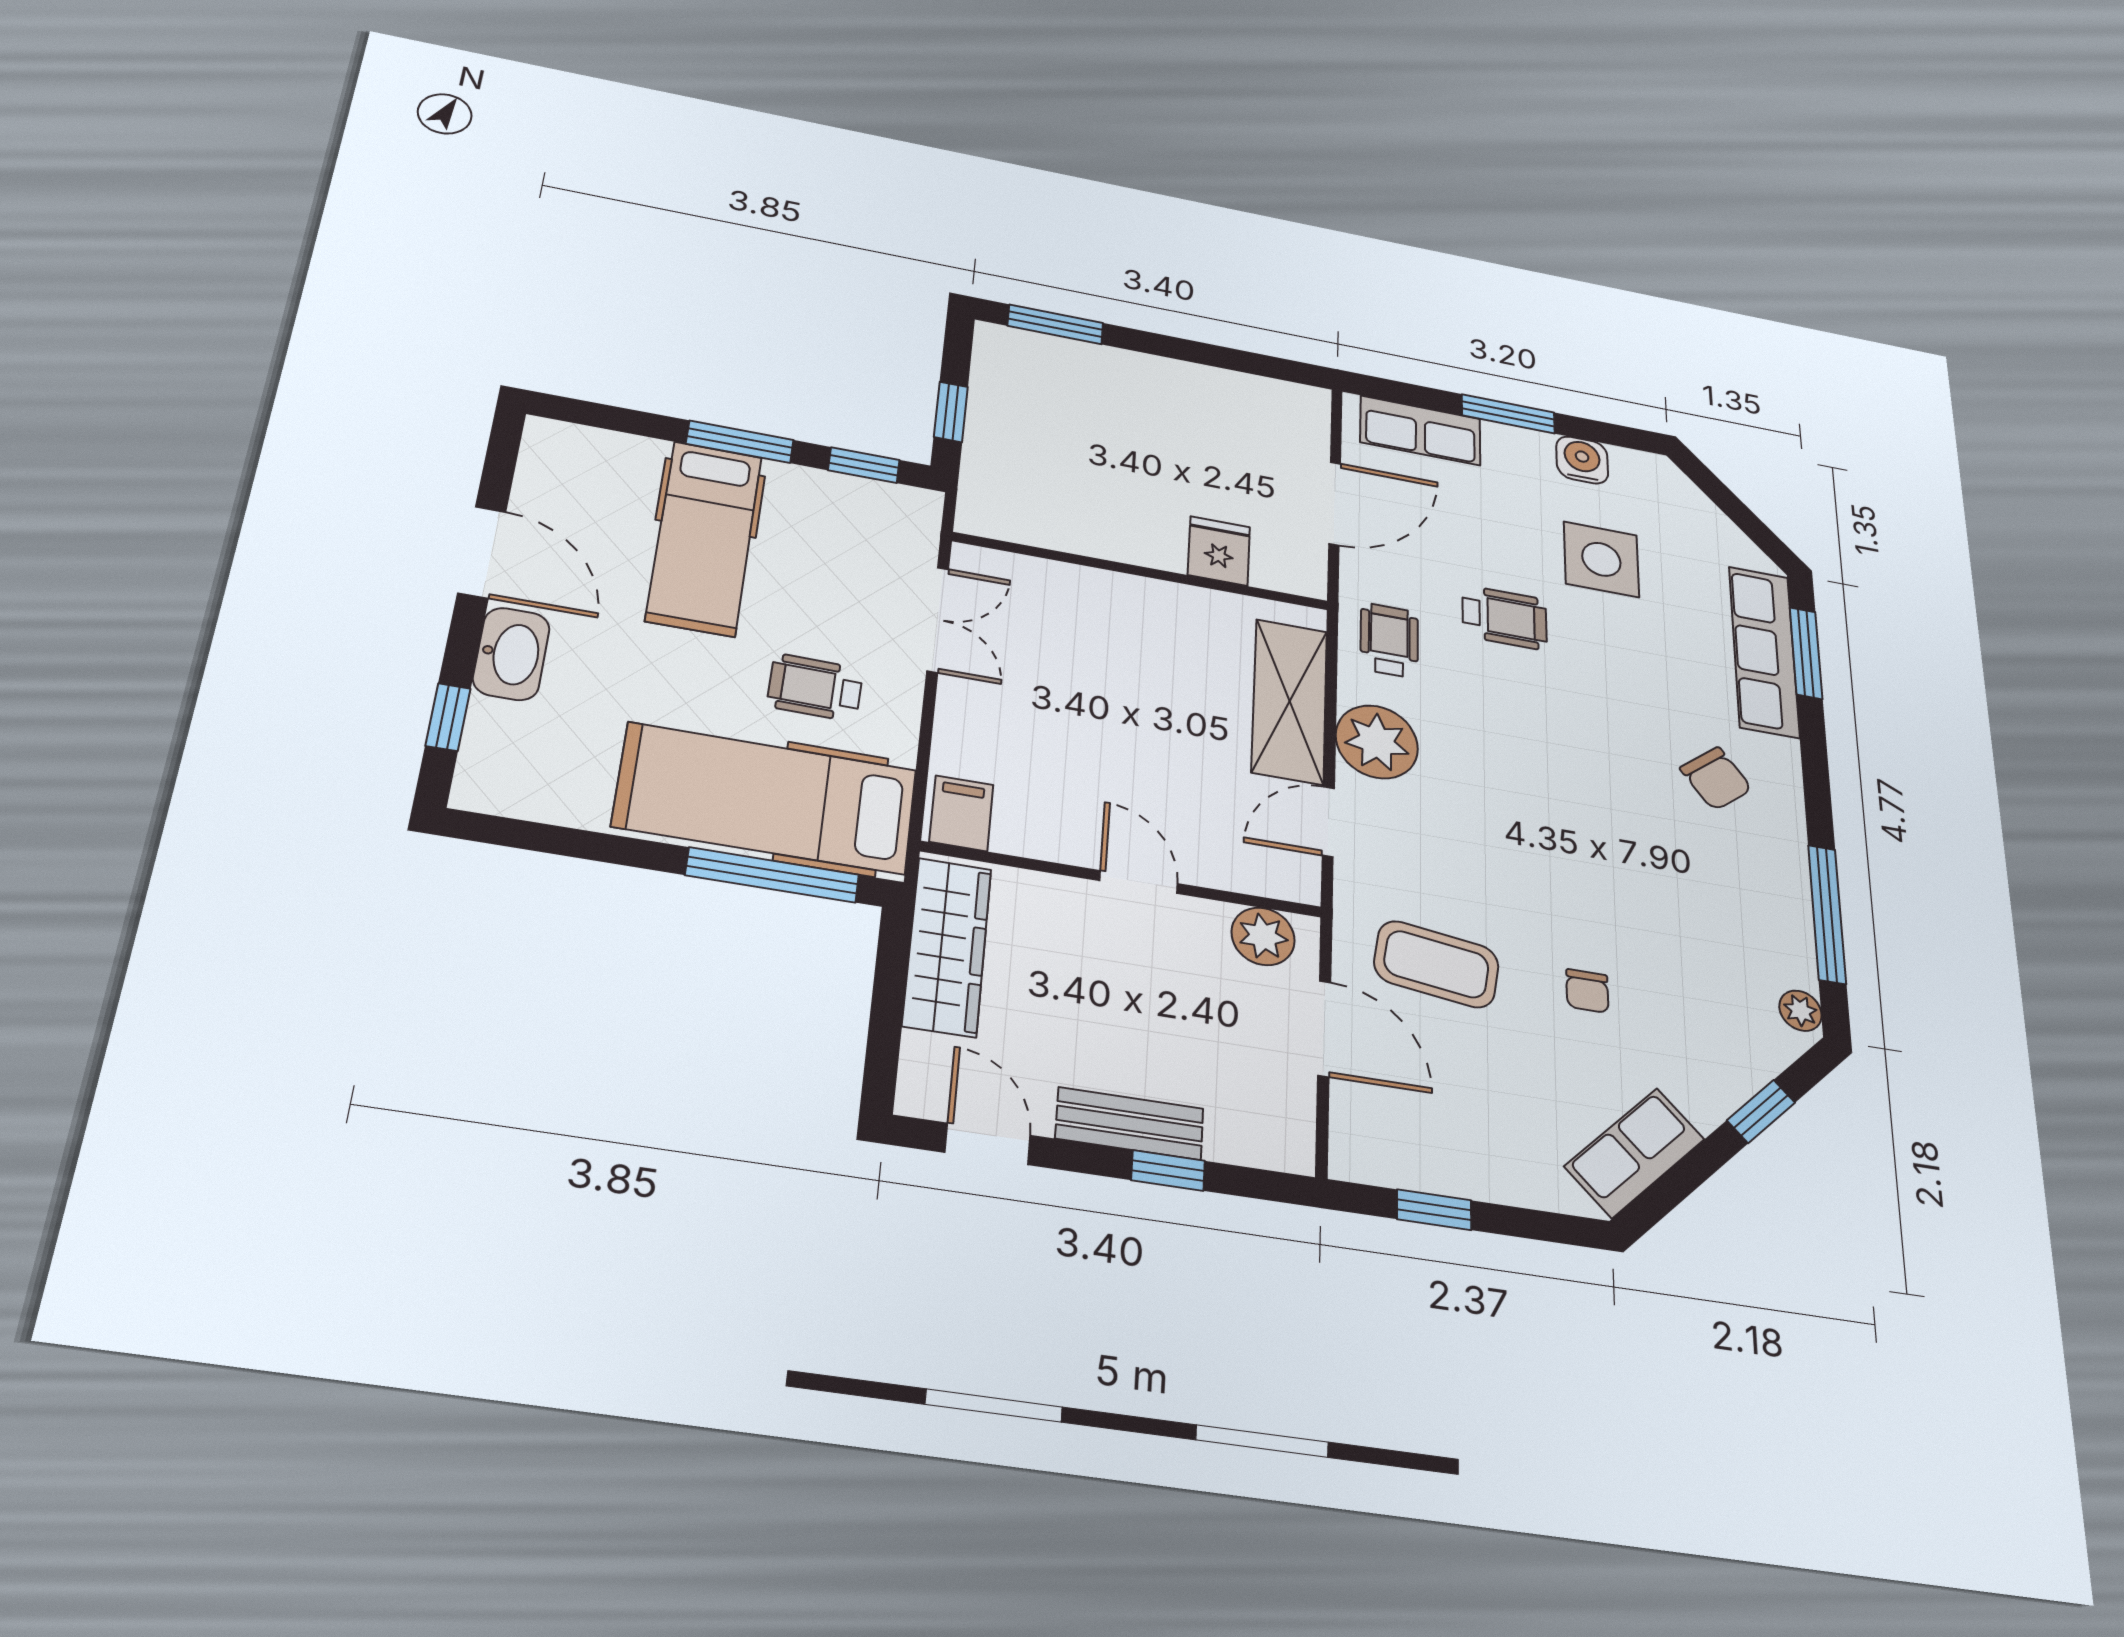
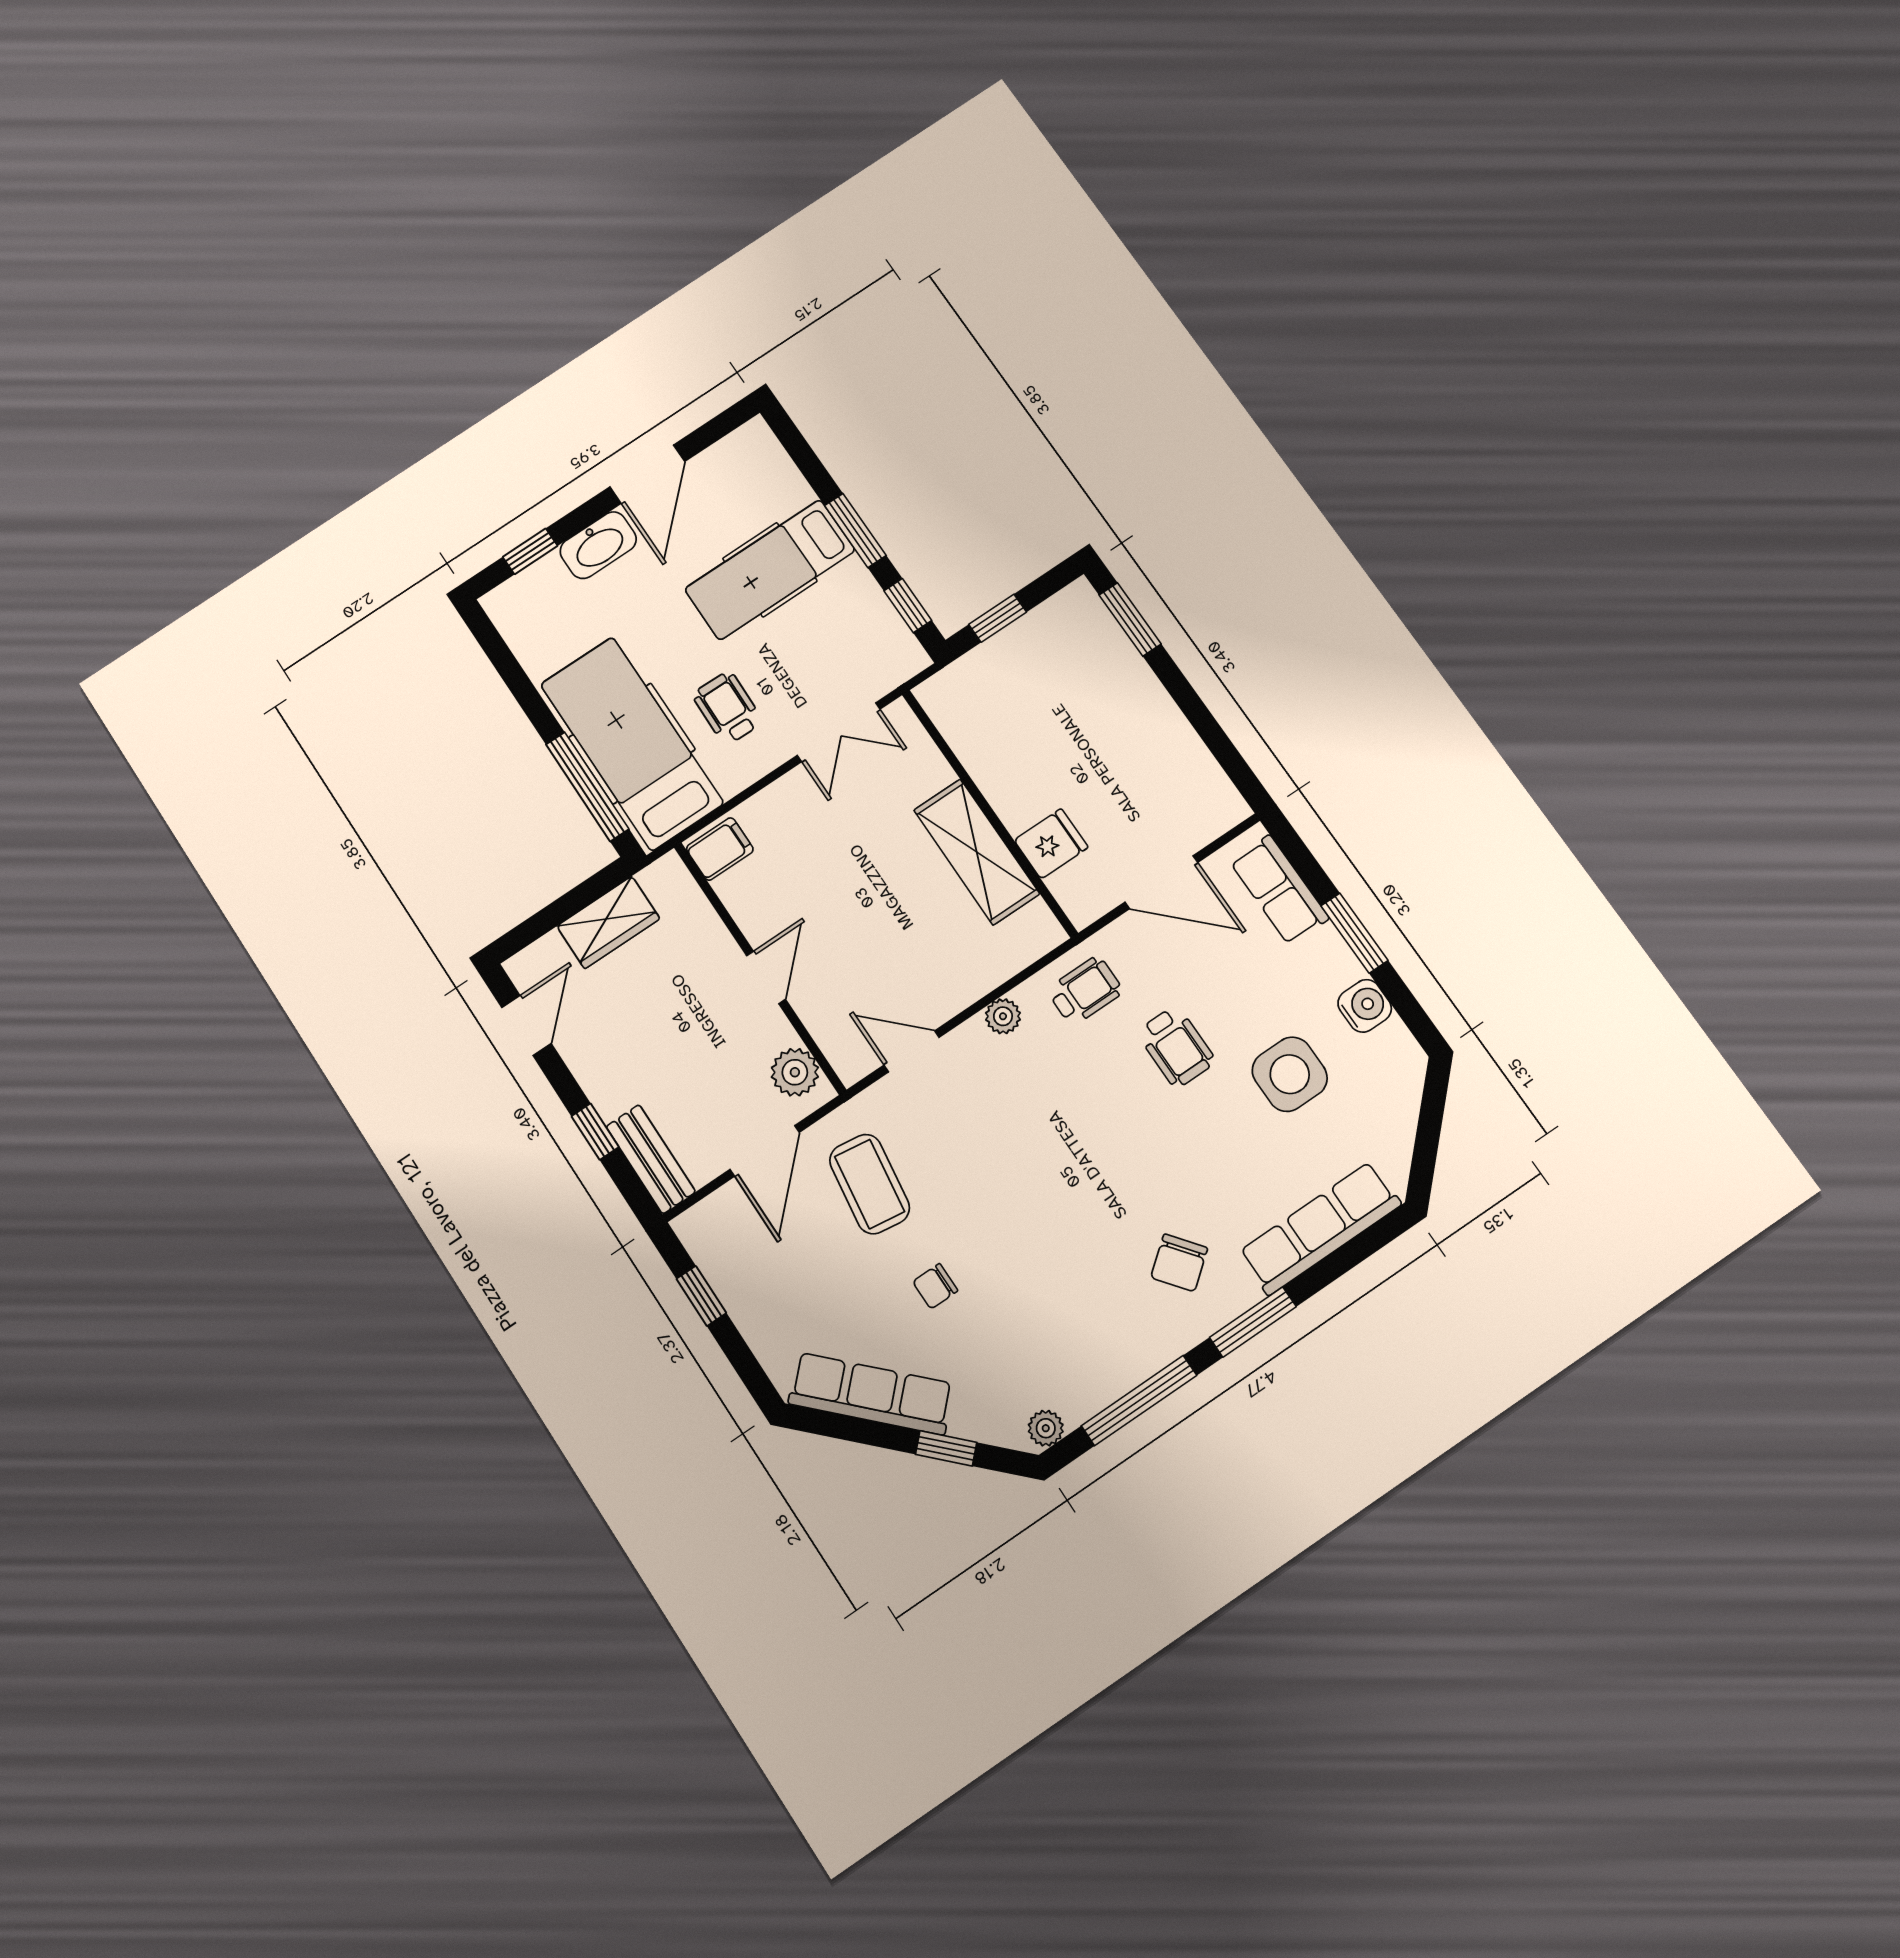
window: (1806, 653) -> (1253, 1322), moved
shelving: (1290, 701) -> (977, 852), moved, turned 90
plant: (1377, 742) -> (1003, 1016), width x0.53, depth x0.53
wardrobe: (947, 947) -> (608, 922), width x0.67
bench: (1130, 1124) -> (651, 1159), moved
row of seats: (1635, 1153) -> (871, 1394), width x1.48

